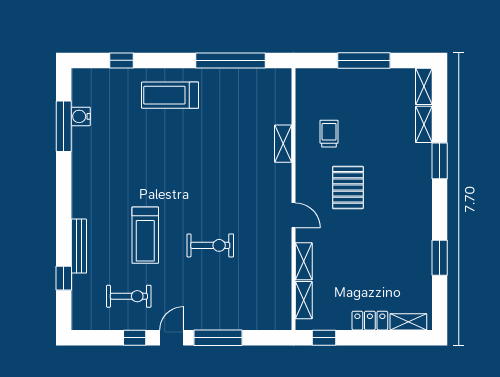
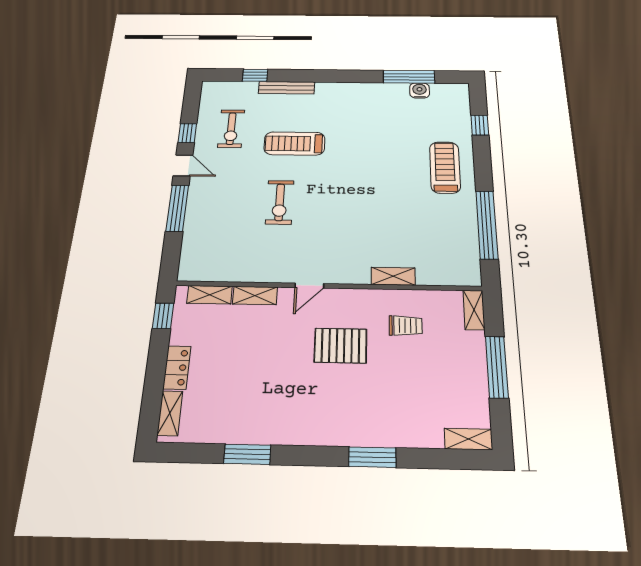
shelving: (424, 124) -> (474, 310), moved, turned 90

